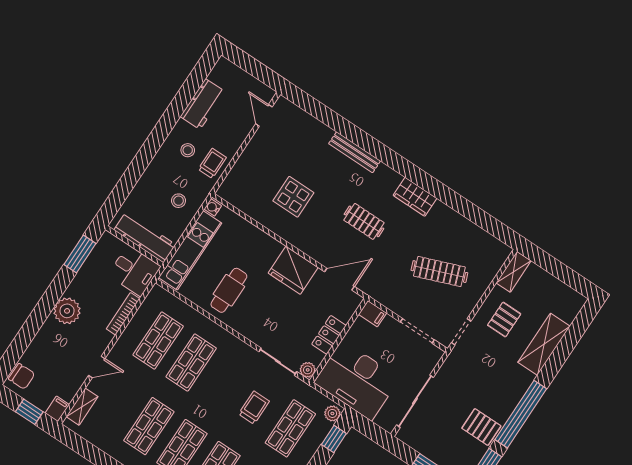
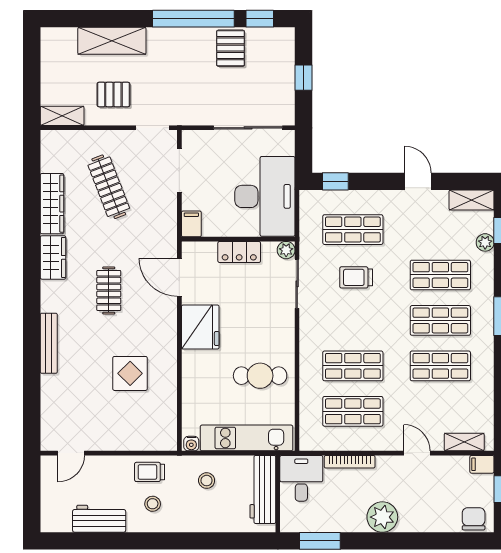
wardrobe: (455, 222) -> (52, 204), added
plant: (332, 413) -> (312, 199), removed

